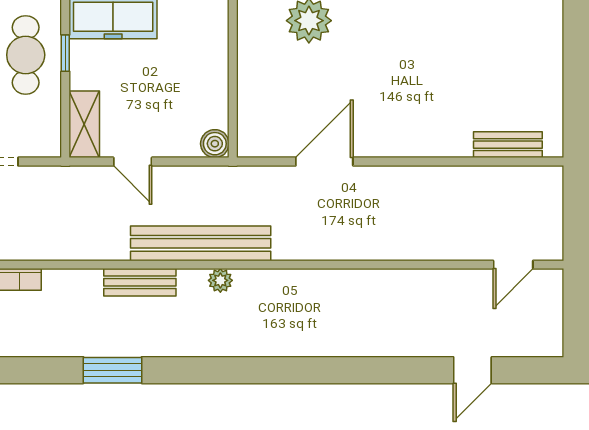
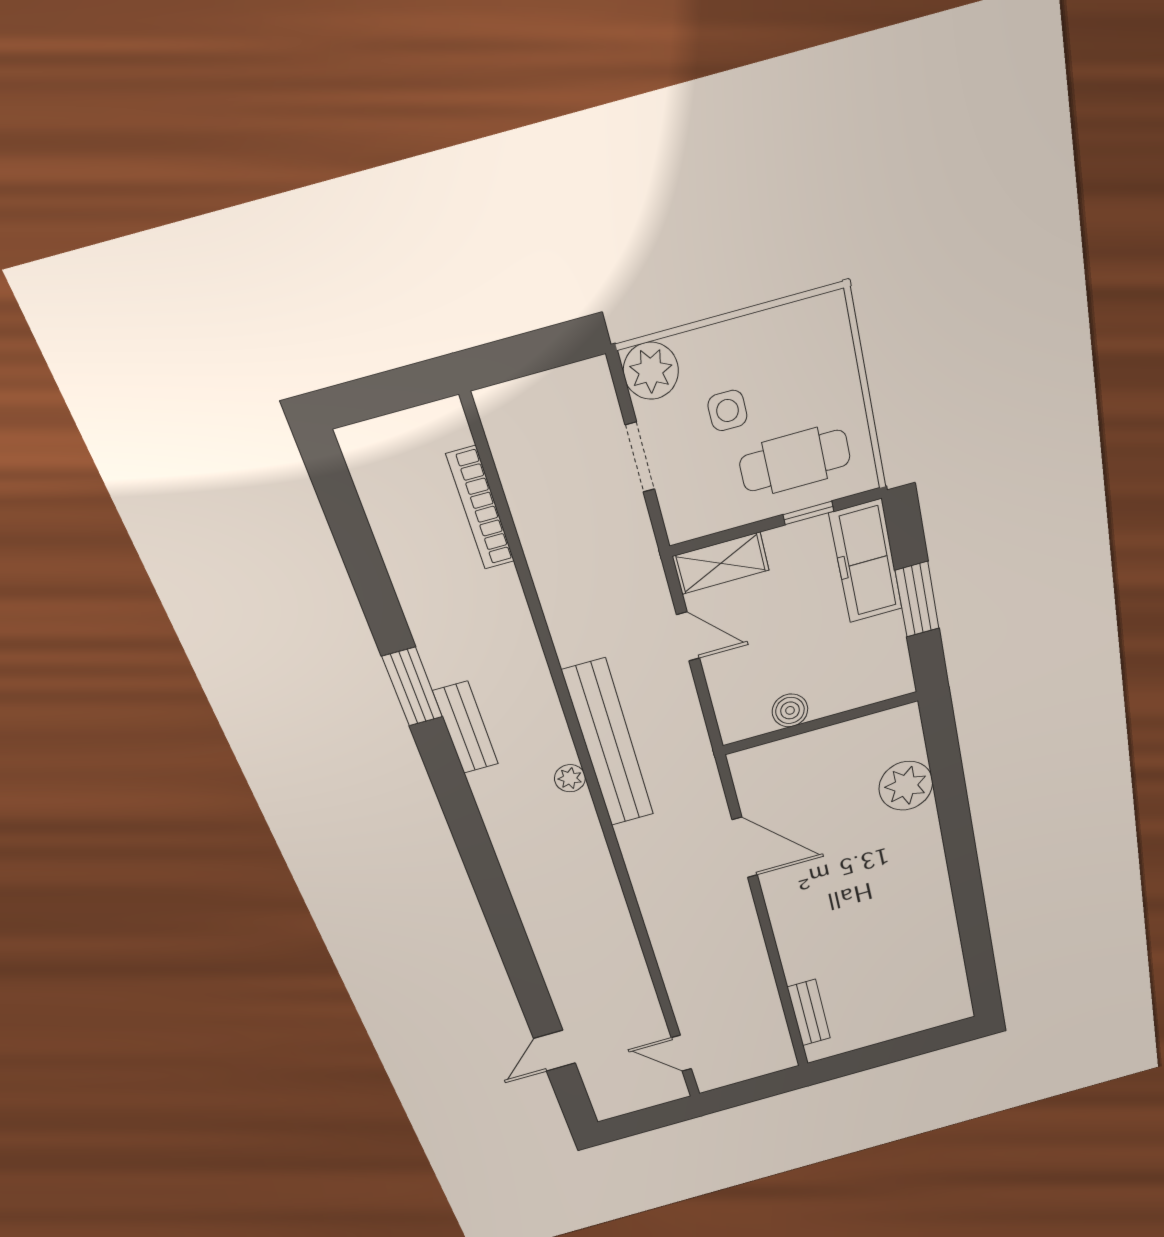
boiler: (215, 144) -> (790, 710), moved
door: (133, 162) -> (688, 637), swing flipped
bench: (140, 282) -> (466, 728), moved
door: (472, 370) -> (555, 1051), hinge flipped

